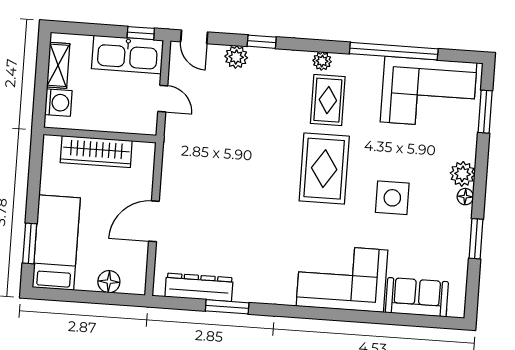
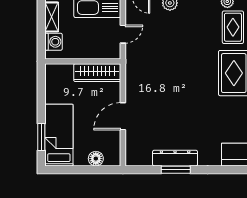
door: (163, 99) -> (123, 34), hinge flipped
wardrobe: (96, 152) -> (97, 73), moved
dresser: (199, 287) -> (175, 158), moved

